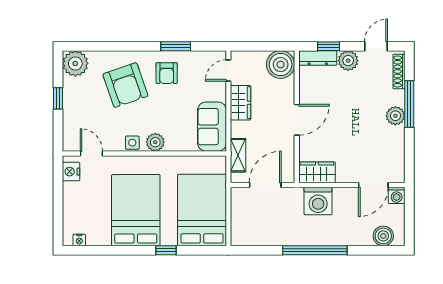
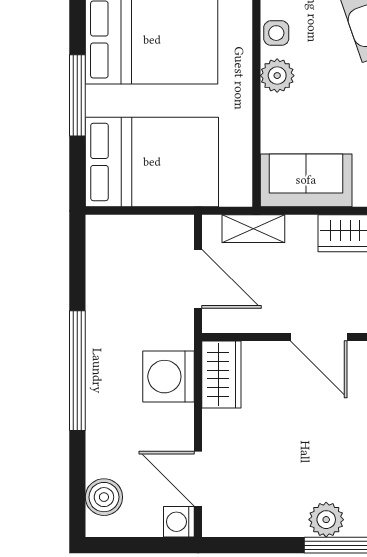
window: (166, 250) -> (77, 95), width x2.17

